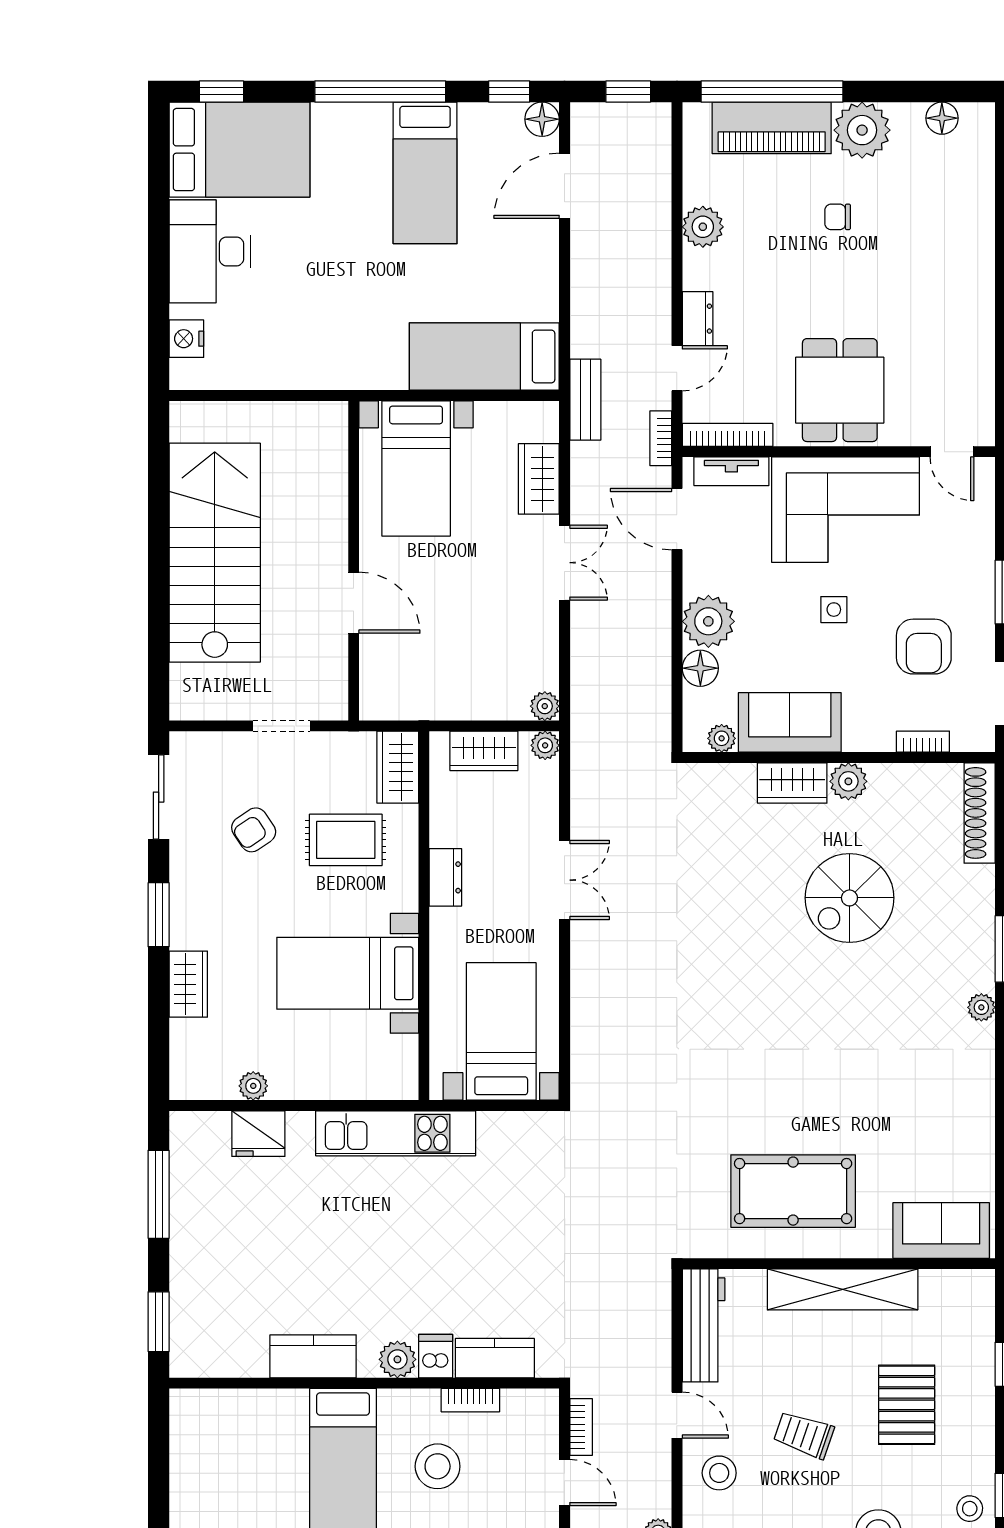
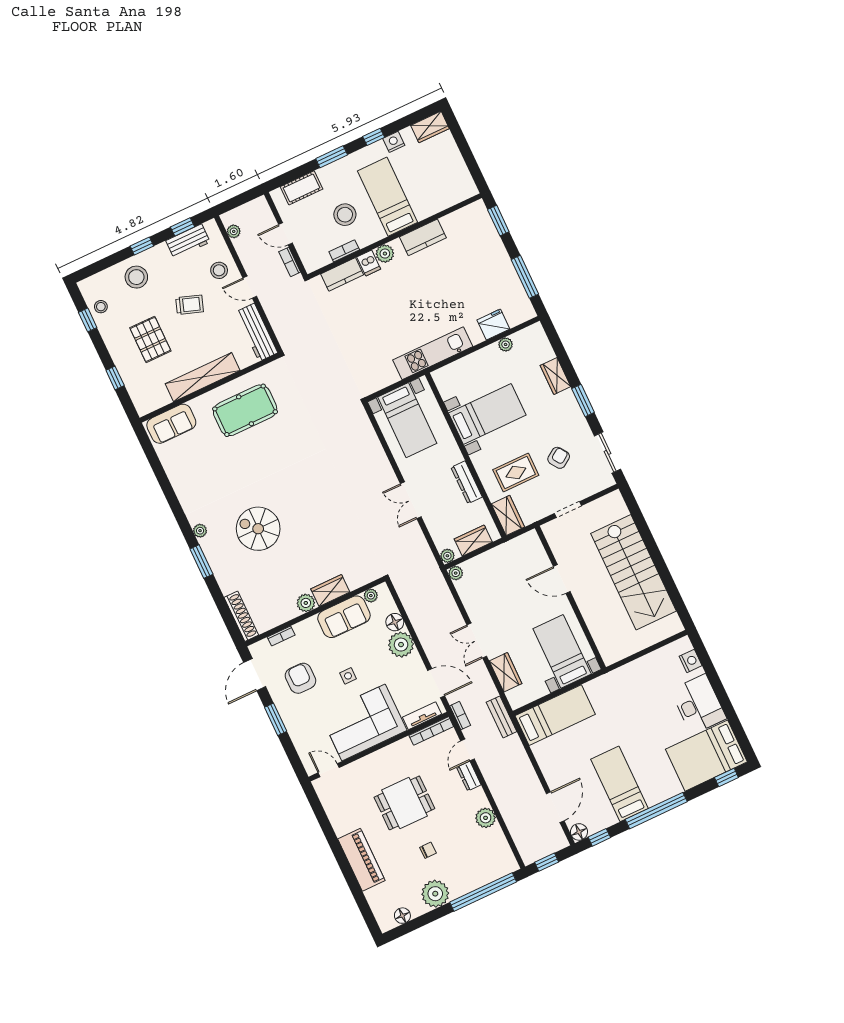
piano: (772, 128) -> (361, 860), moved, turned 90
dining table: (840, 390) -> (404, 803), moved, turned 90
dresser: (445, 877) -> (467, 482), width x1.44
spiral stairs: (849, 898) -> (258, 529), moved, turned -90

